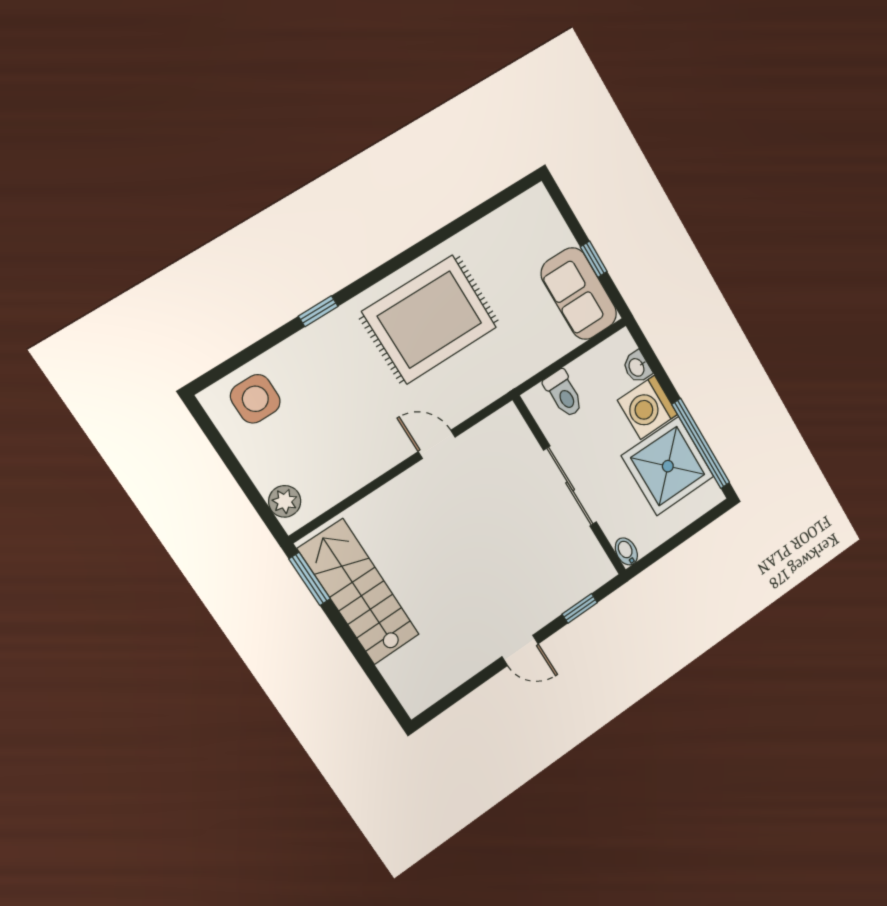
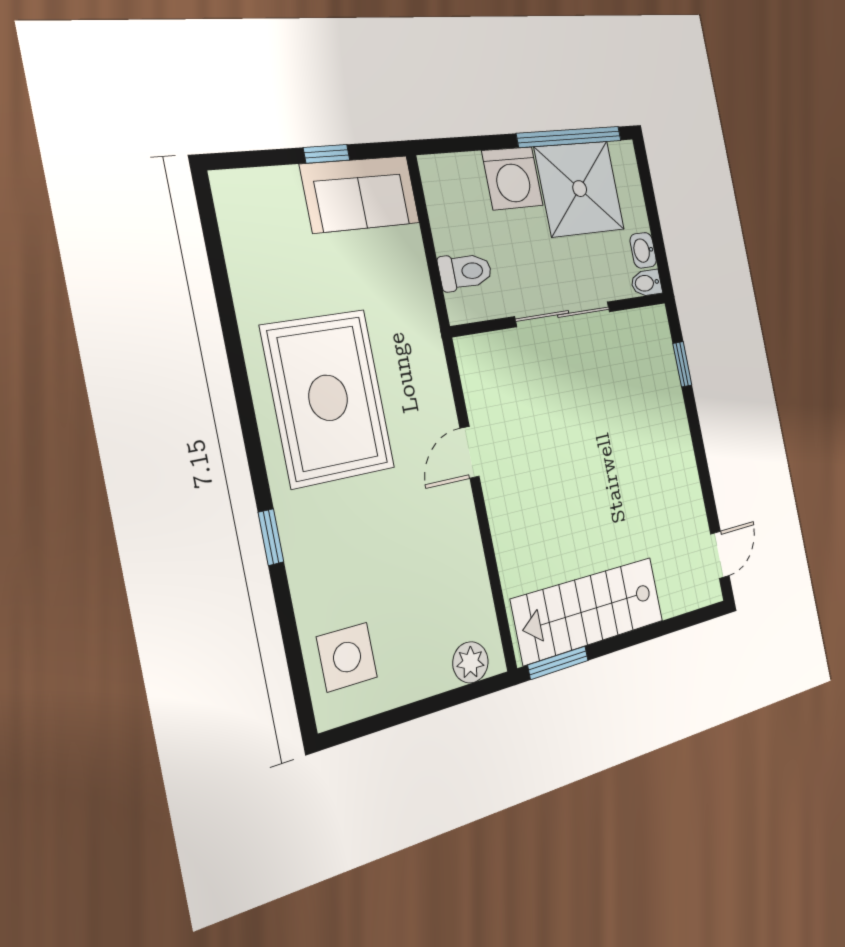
washbasin: (637, 367) -> (643, 250), moved, turned 90
door: (520, 650) -> (720, 555), moved

